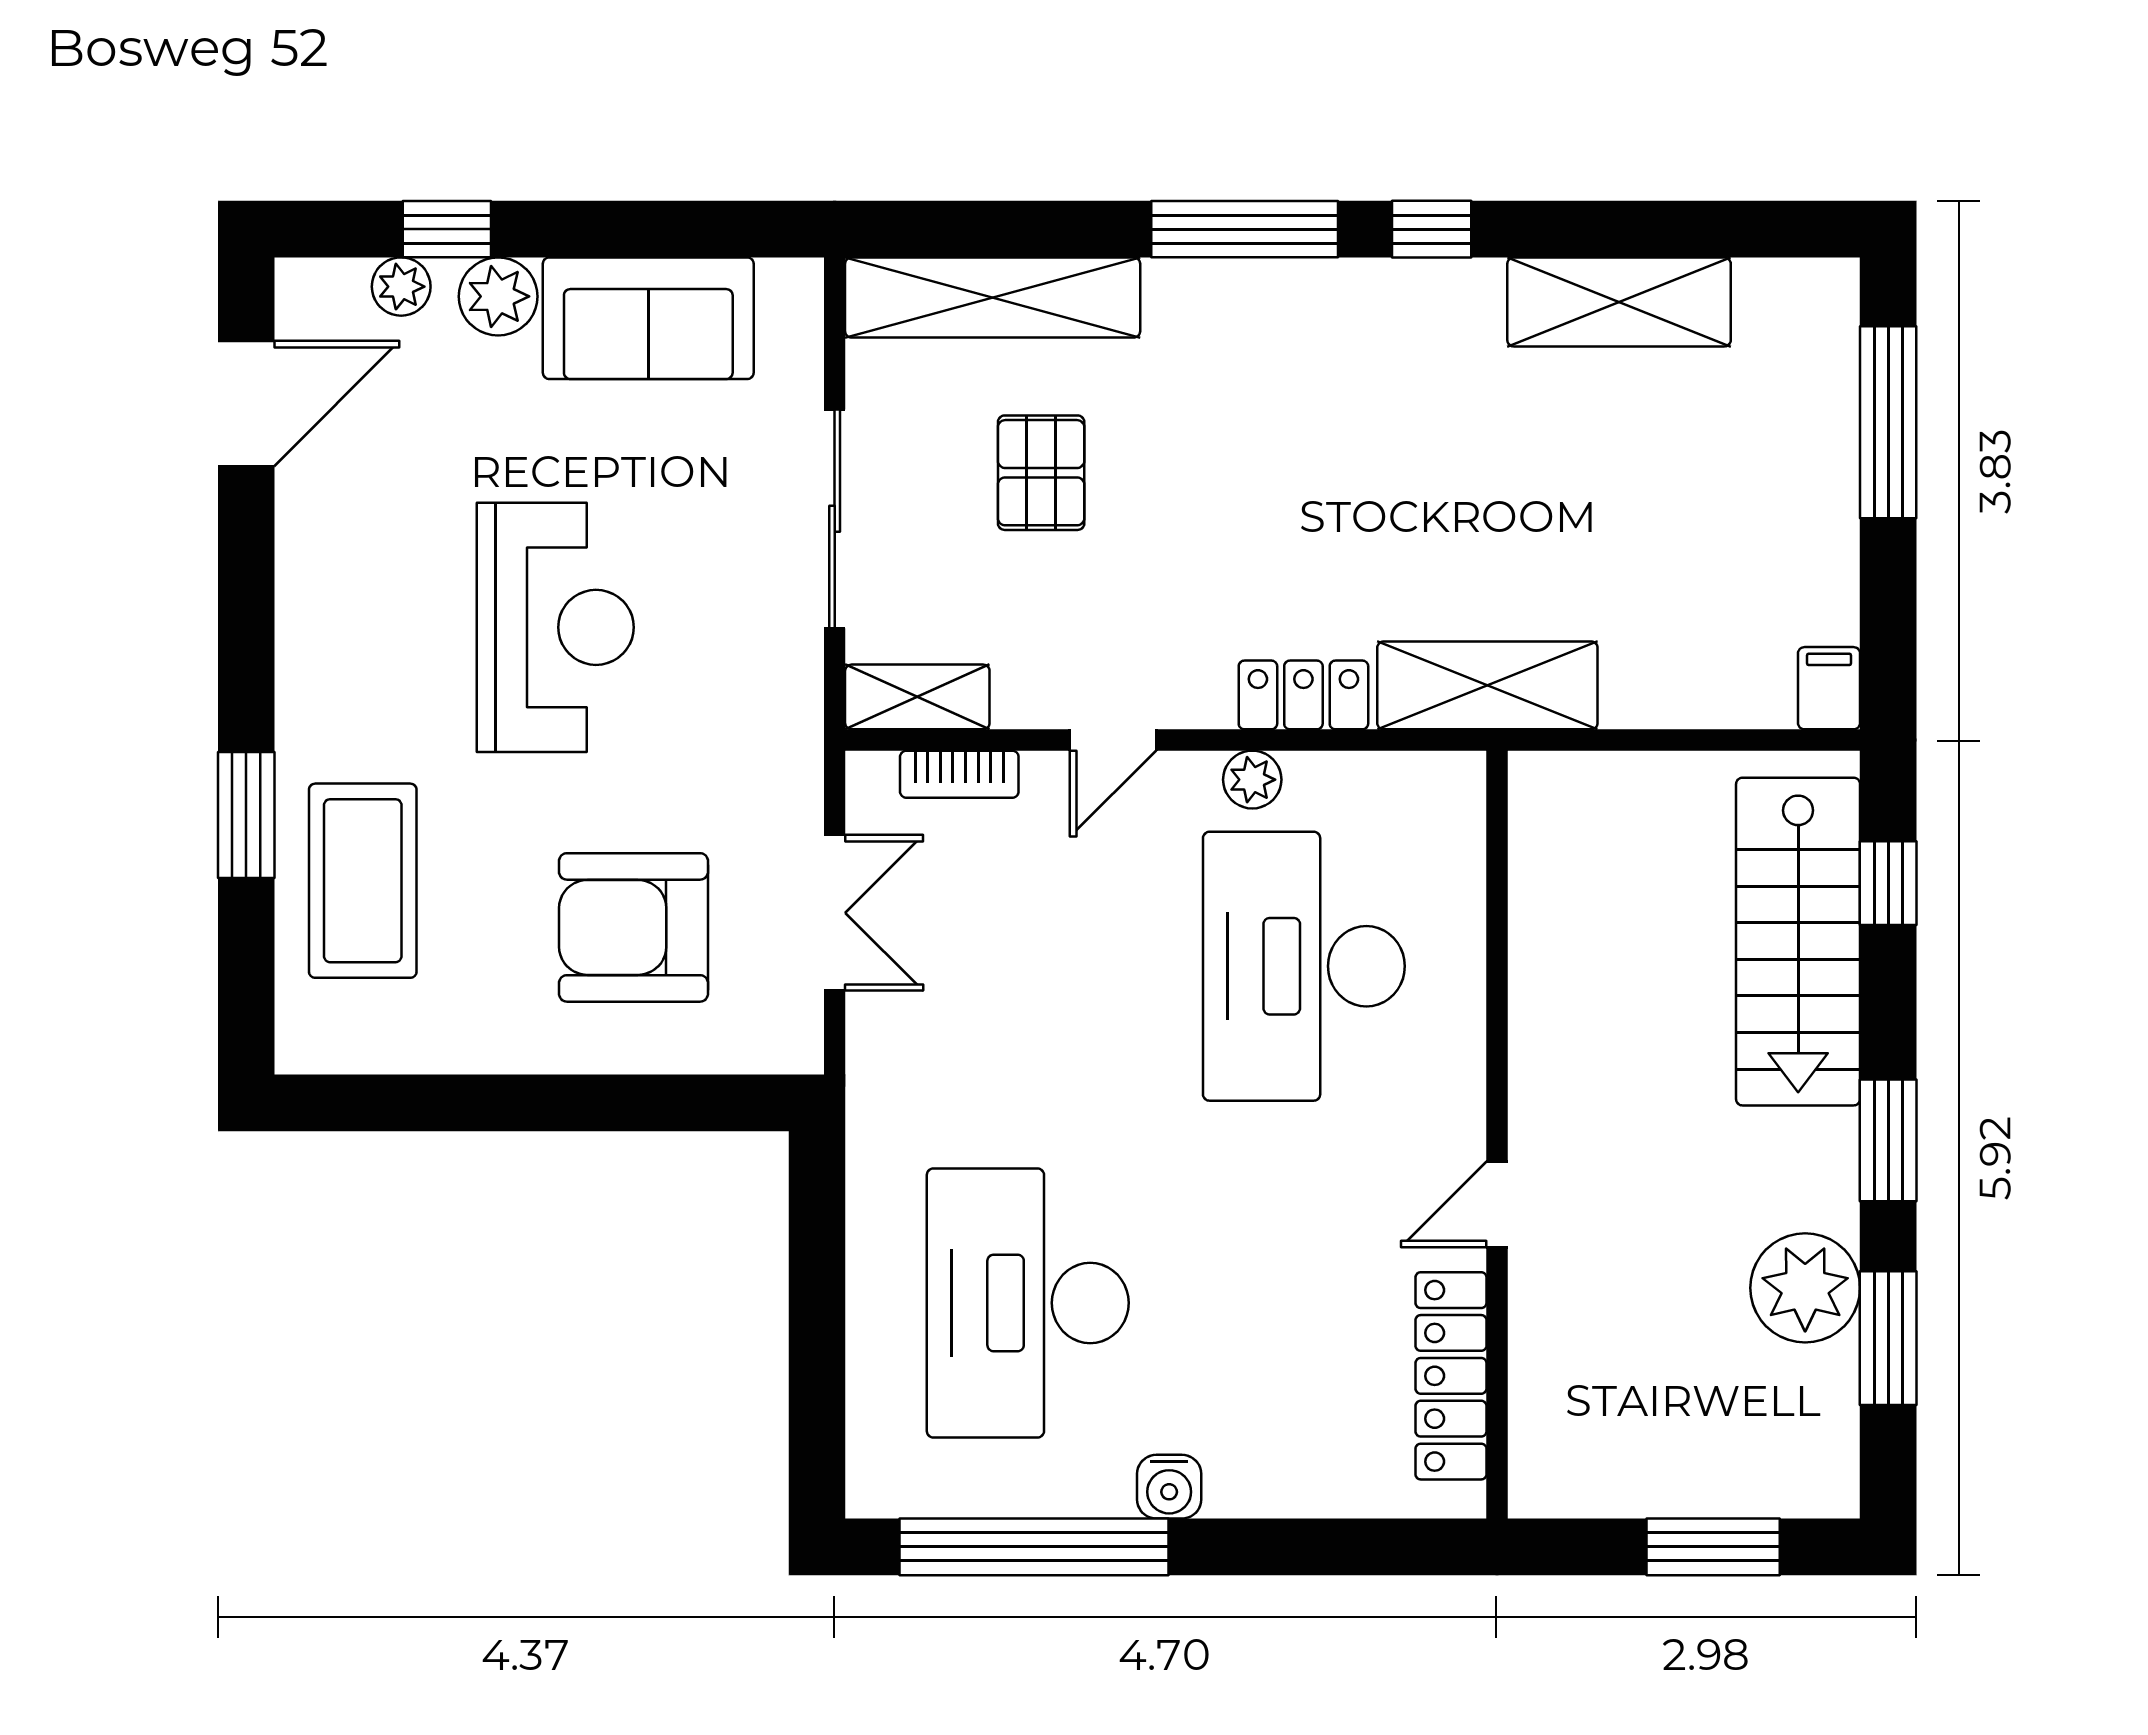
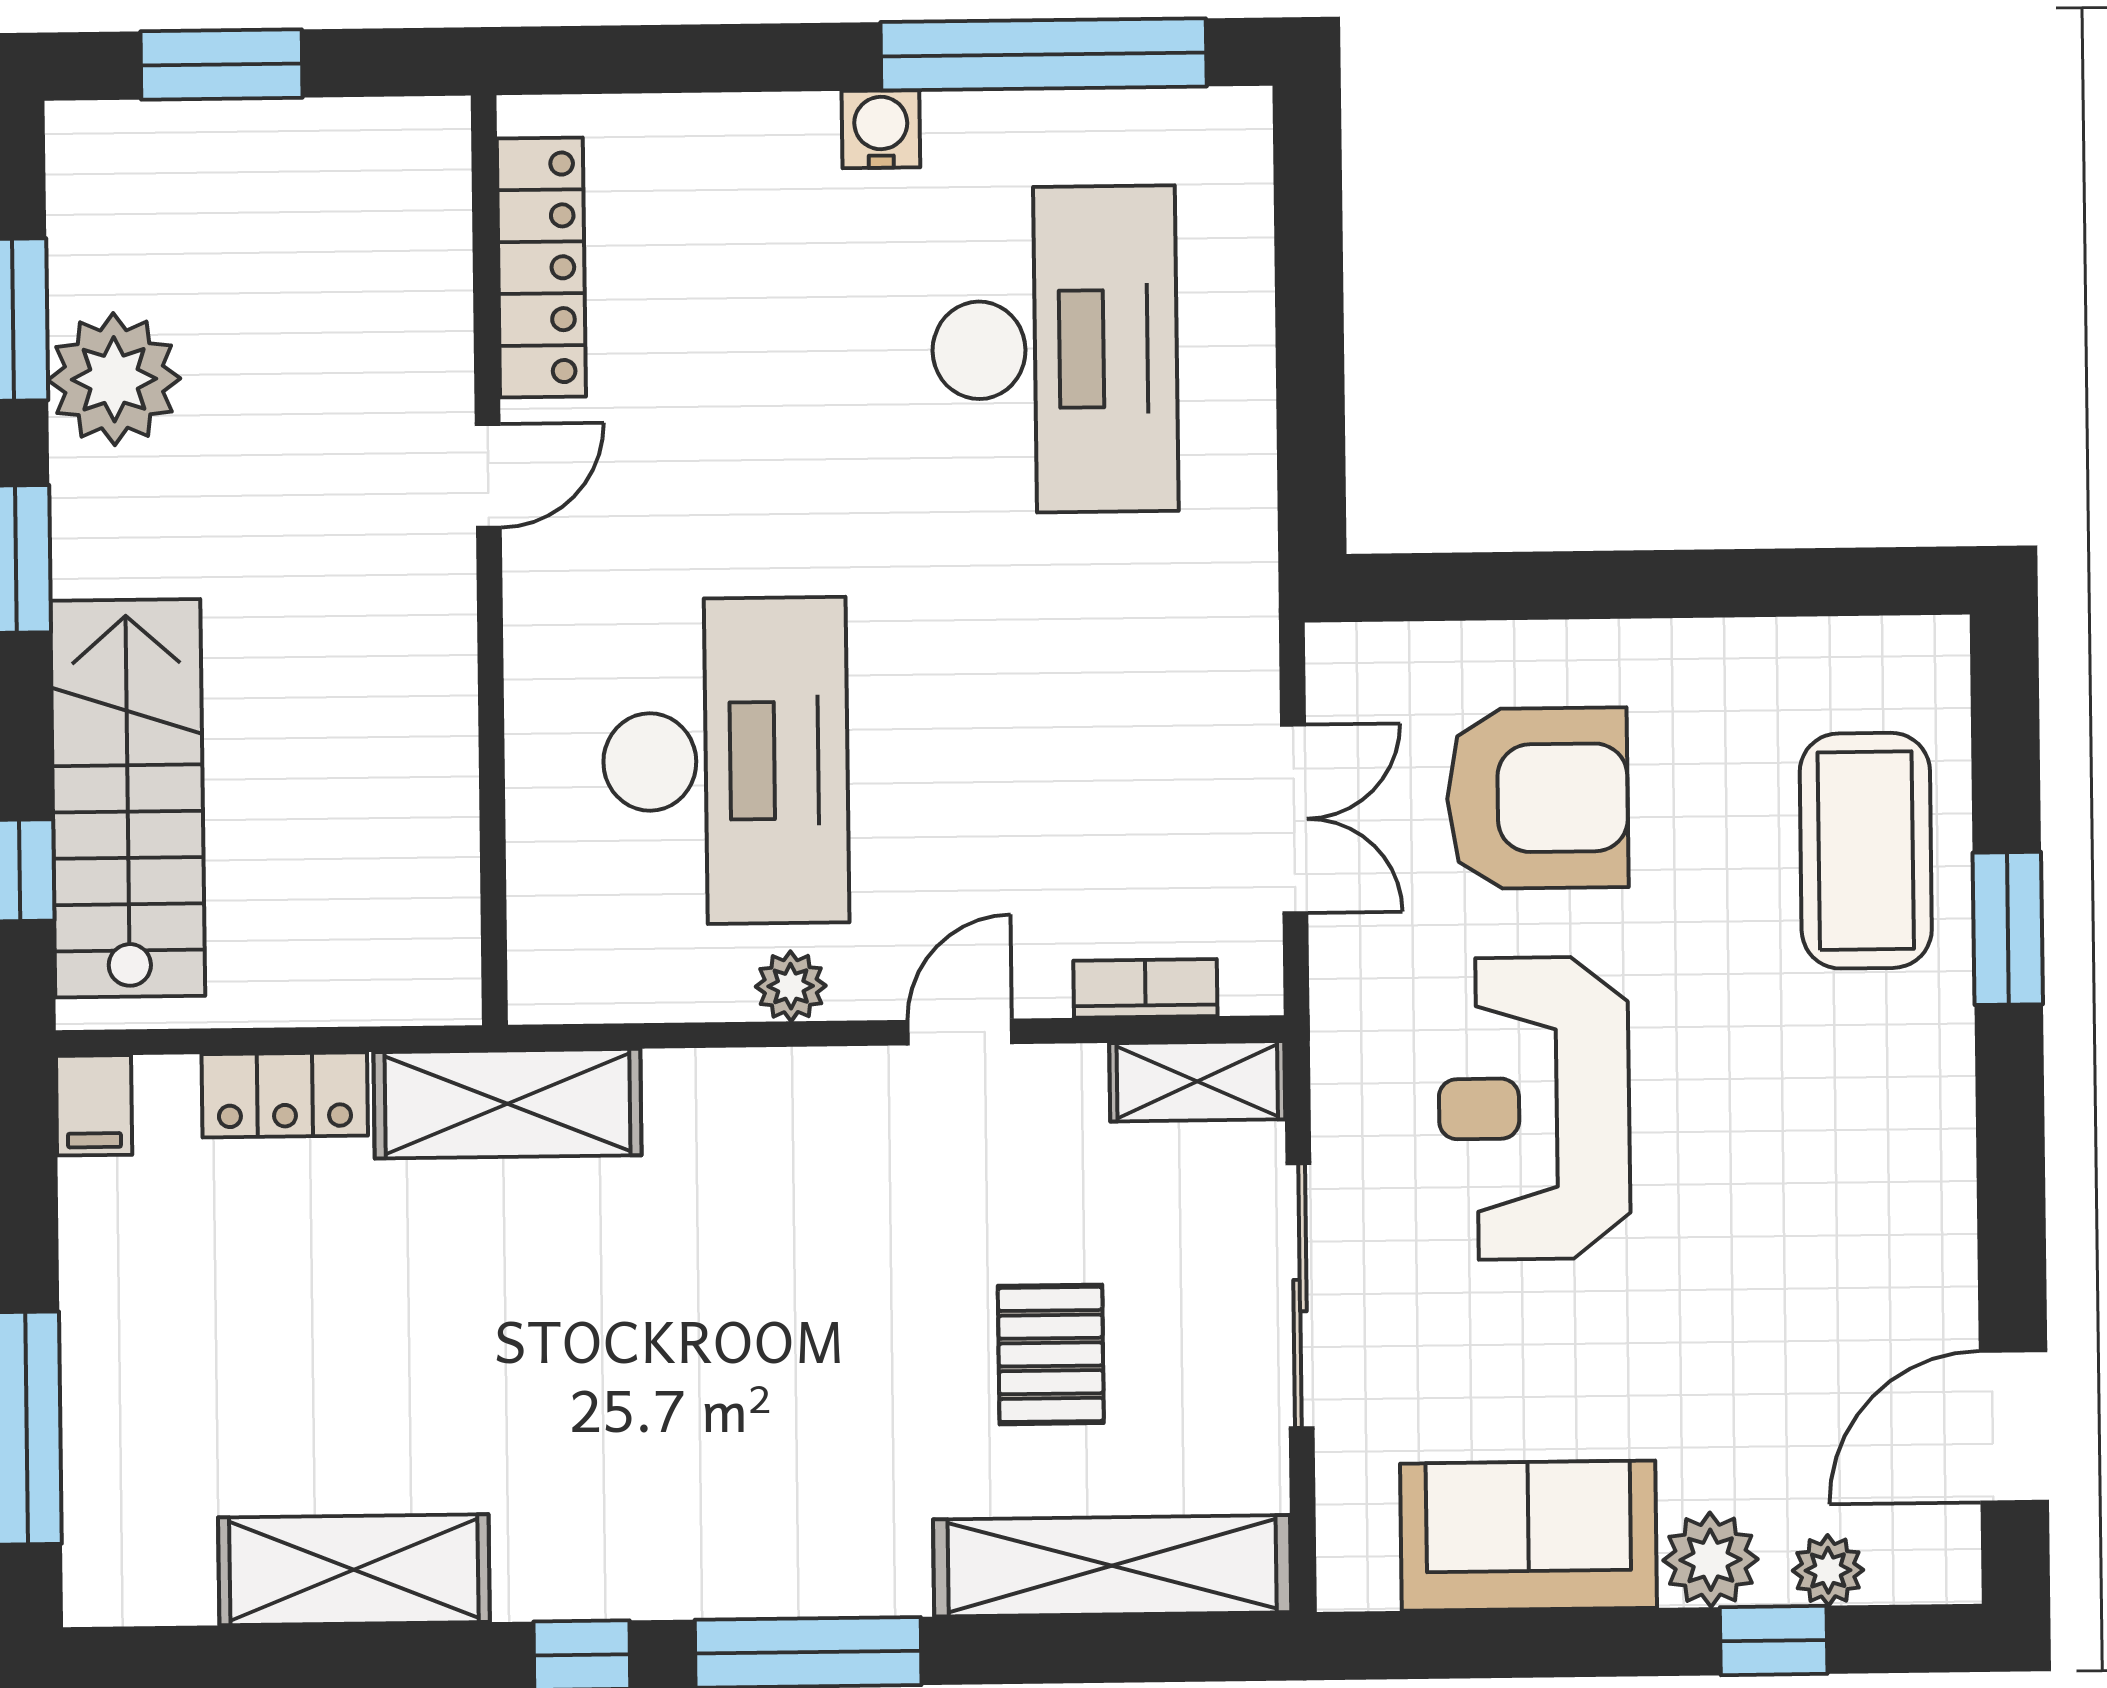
reception desk: (555, 627) -> (1534, 1108), moved
locker: (1303, 695) -> (285, 1095), moved
double door: (835, 913) -> (1294, 819), swing flipped

